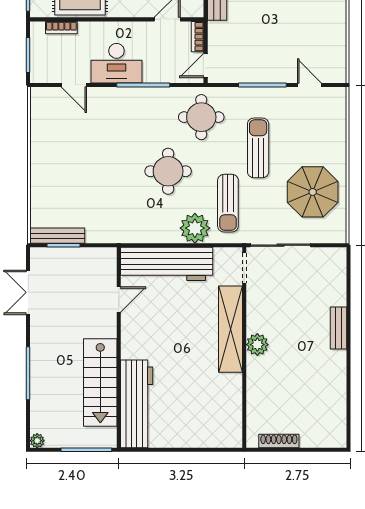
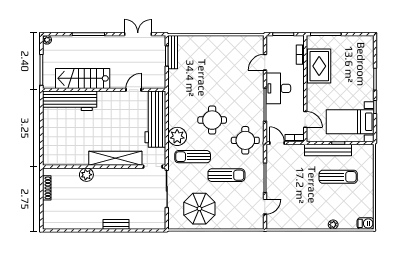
door: (119, 299) -> (134, 90), swing flipped
plant: (257, 345) -> (86, 175), moved

